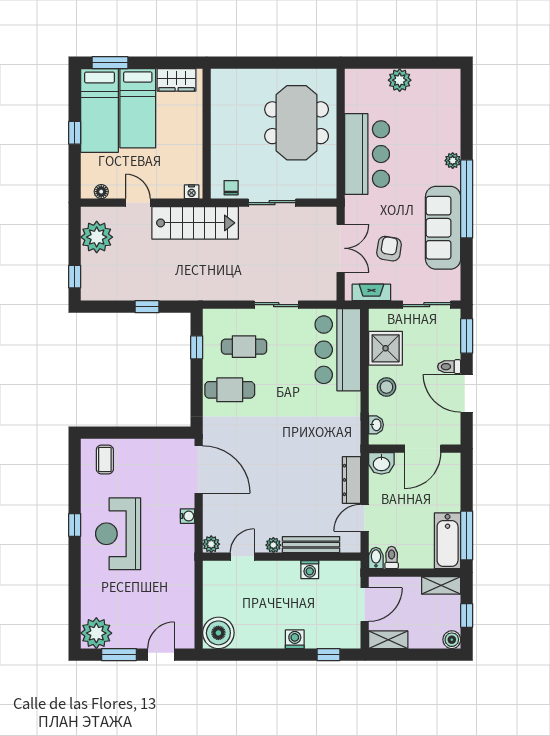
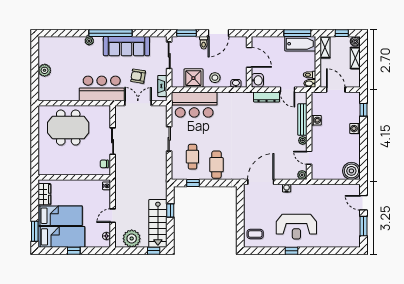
bar counter: (367, 154) -> (102, 88), moved
stairs: (195, 223) -> (158, 223), moved, turned 180
plant: (96, 633) -> (352, 239), removed
shelving: (388, 640) -> (355, 58), moved

